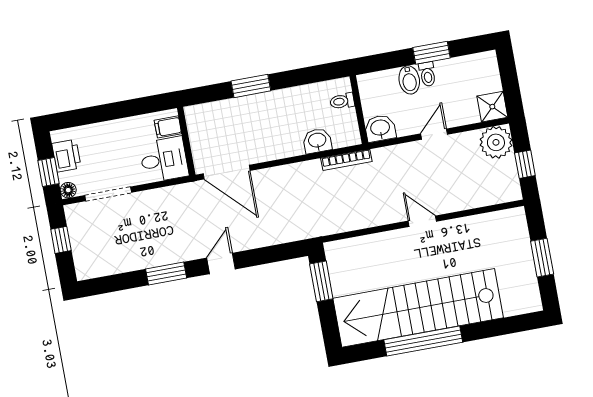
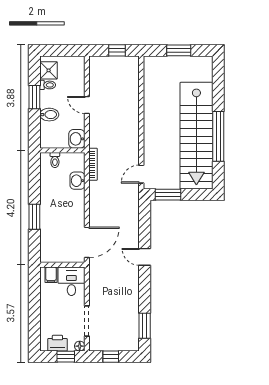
toilet: (427, 74) -> (48, 85), moved
shower: (492, 107) -> (49, 70), moved
plant: (496, 142) -> (99, 66), removed
door: (422, 221) -> (141, 174), moved
window: (166, 273) -> (145, 326), moved

